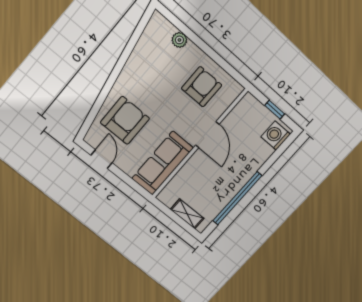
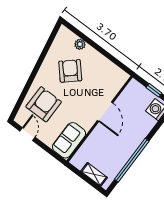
armchair: (202, 87) -> (70, 71), moved, turned -42
sofa: (162, 163) -> (69, 140), width x0.73

